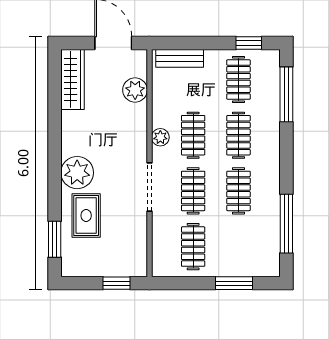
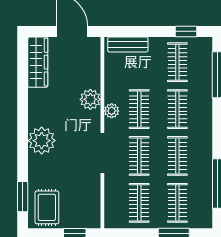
plant: (135, 90) -> (90, 99), moved
rug: (86, 215) -> (47, 207), moved
clothes rail: (238, 247) -> (177, 203), added

